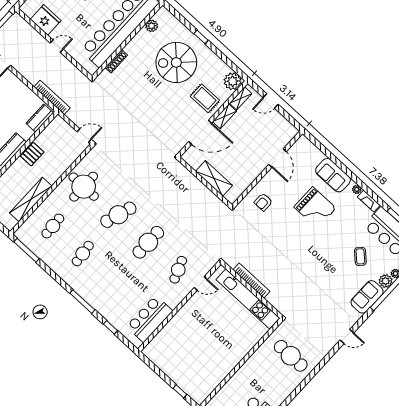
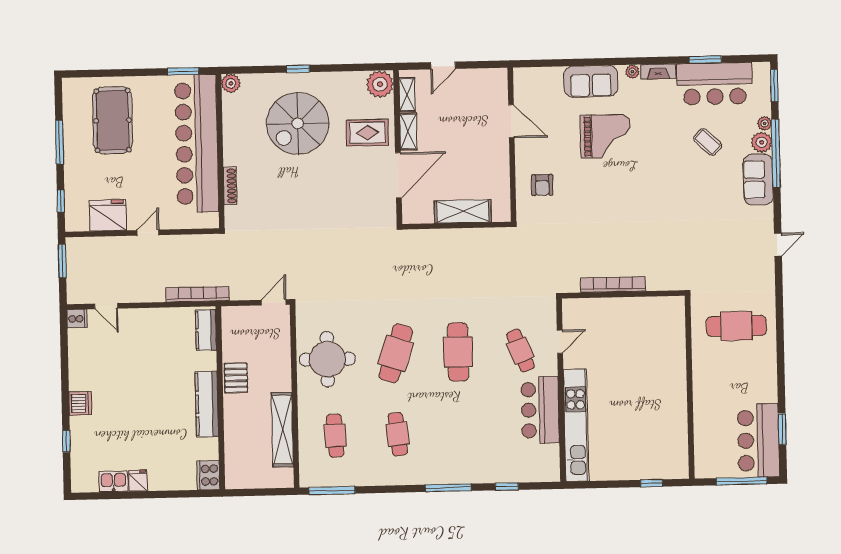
plant: (152, 26) -> (231, 83), moved
kitchen unit: (248, 299) -> (576, 425), moved, turned -90
bar counter: (149, 319) -> (540, 410), moved

